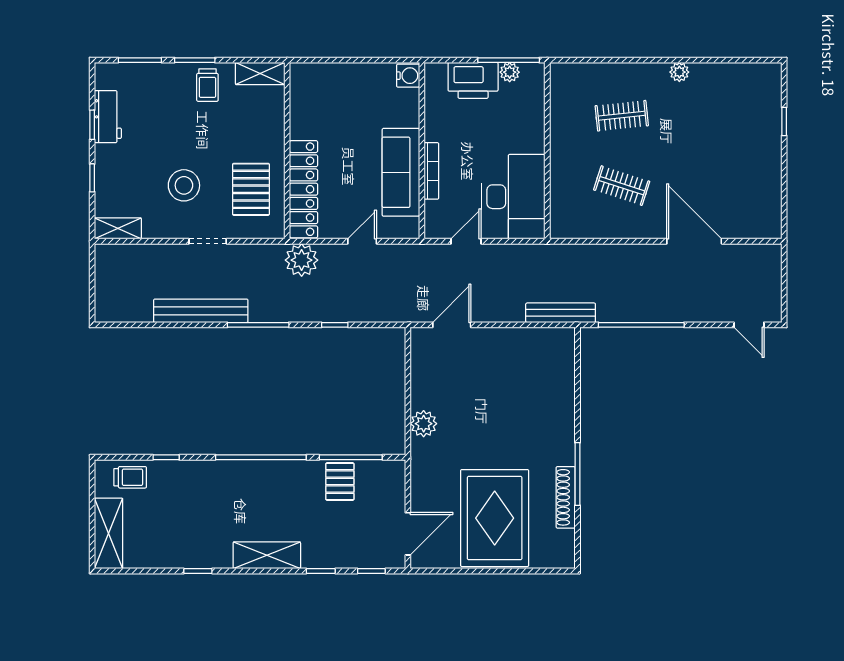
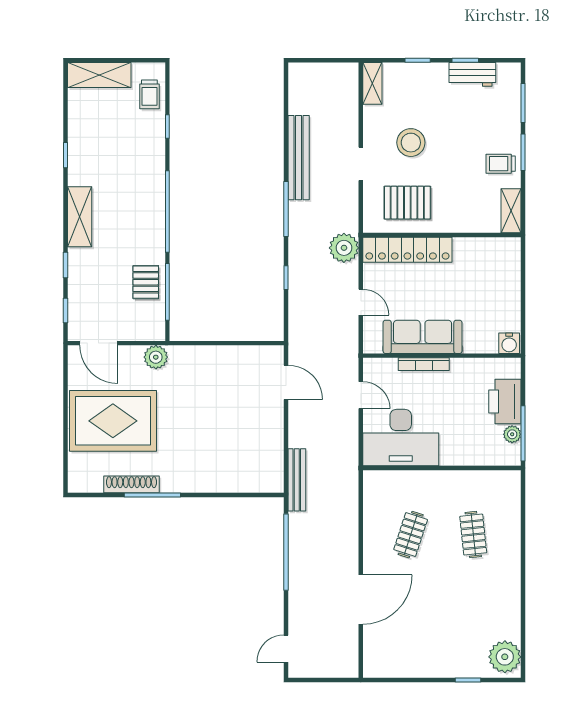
plant: (679, 72) -> (505, 657), moved, width x1.88, depth x1.88
plant: (424, 424) -> (156, 357), moved
pallet: (340, 482) -> (146, 282), turned 90

